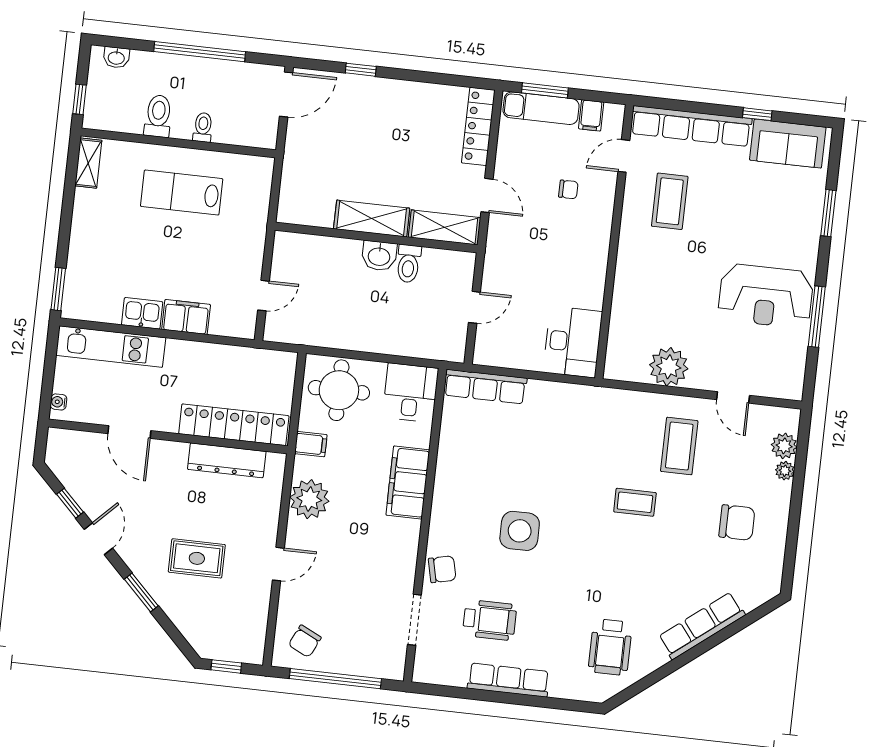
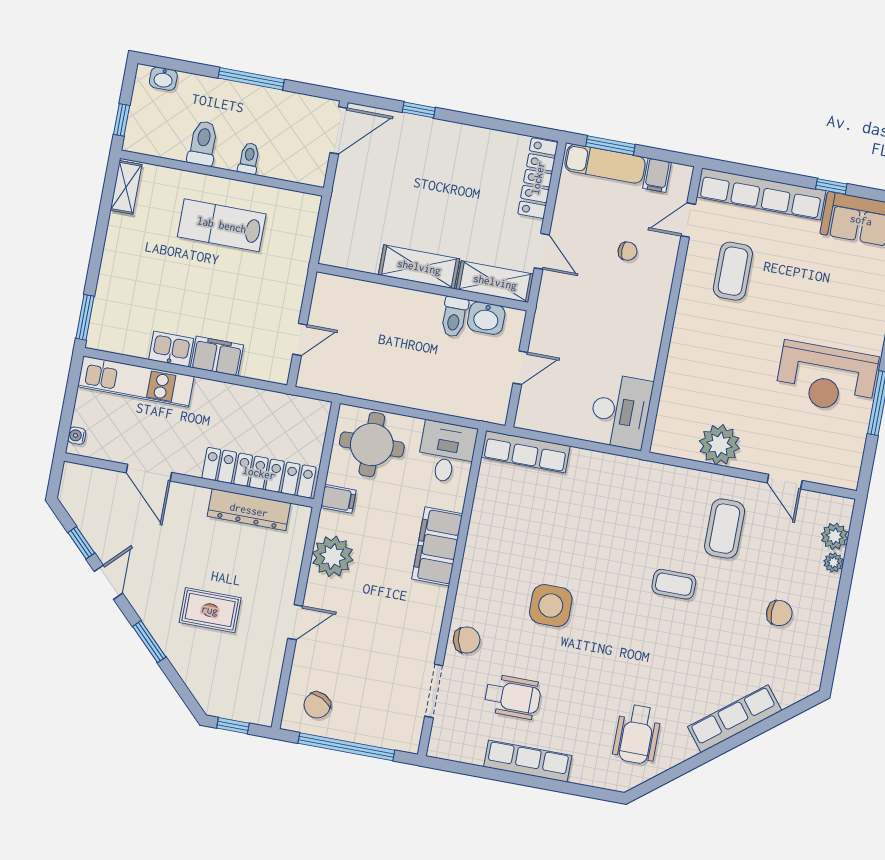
window: (200, 52) -> (251, 79), width x0.68
washbasin: (379, 256) -> (486, 318), moved
chair: (737, 522) -> (779, 613), width x0.73, depth x0.73

